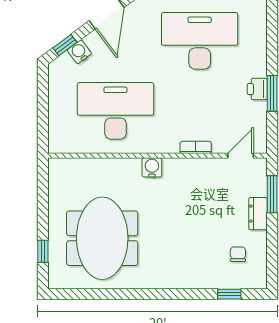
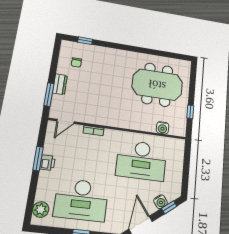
plant: (256, 21) -> (41, 210), added
water cooler: (152, 167) -> (163, 128), moved
meeting table: (102, 238) -> (157, 85), turned 90
window: (43, 251) -> (190, 112), moved

